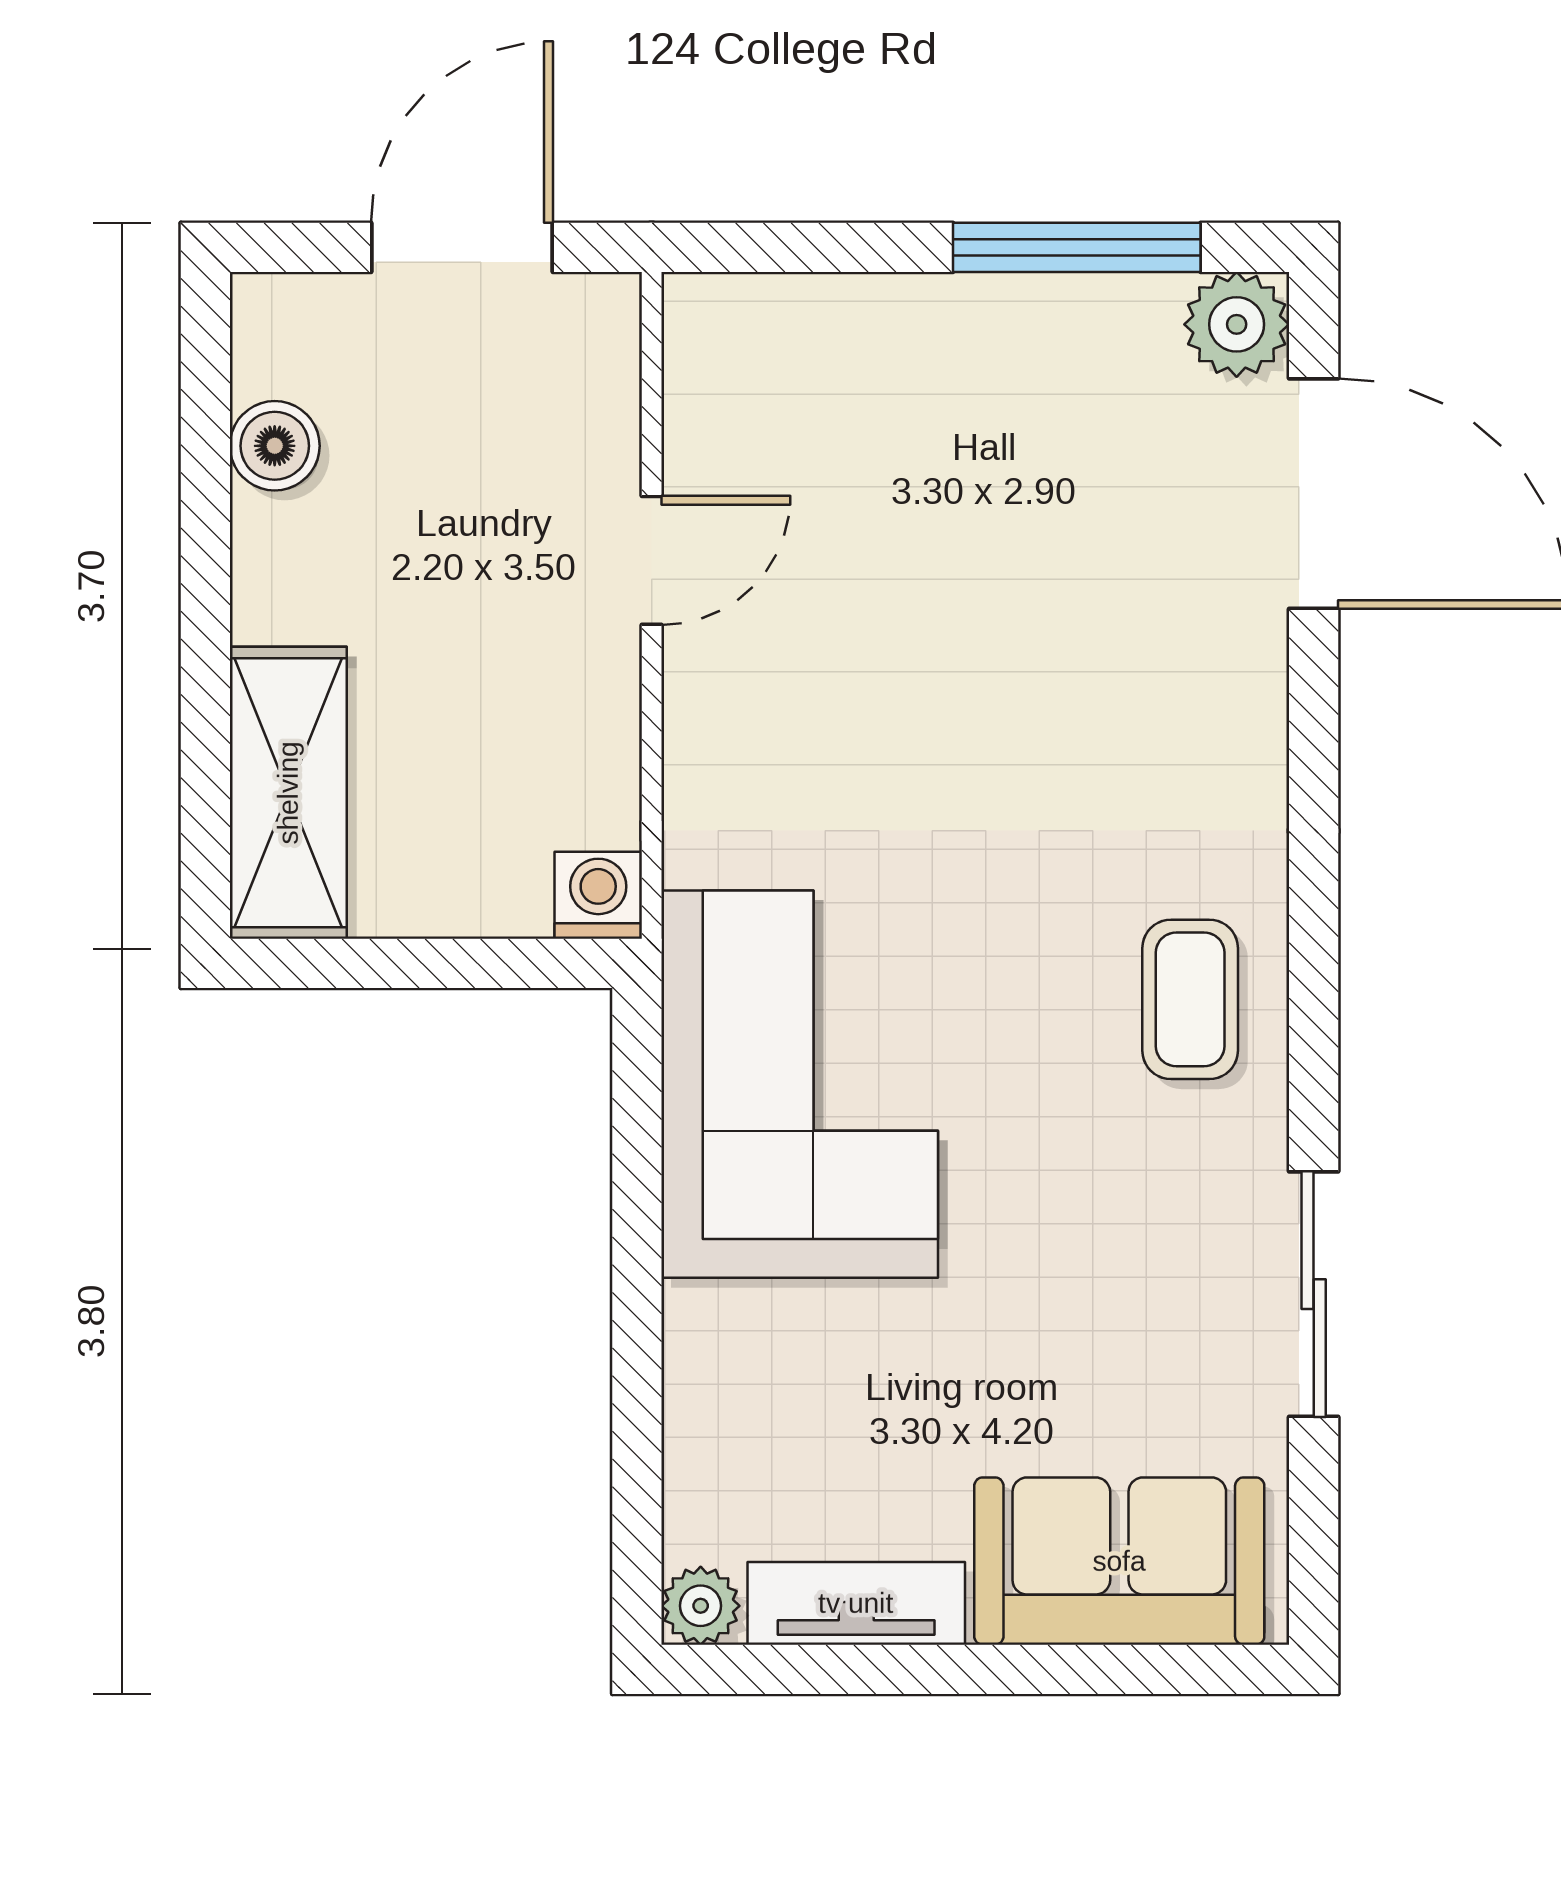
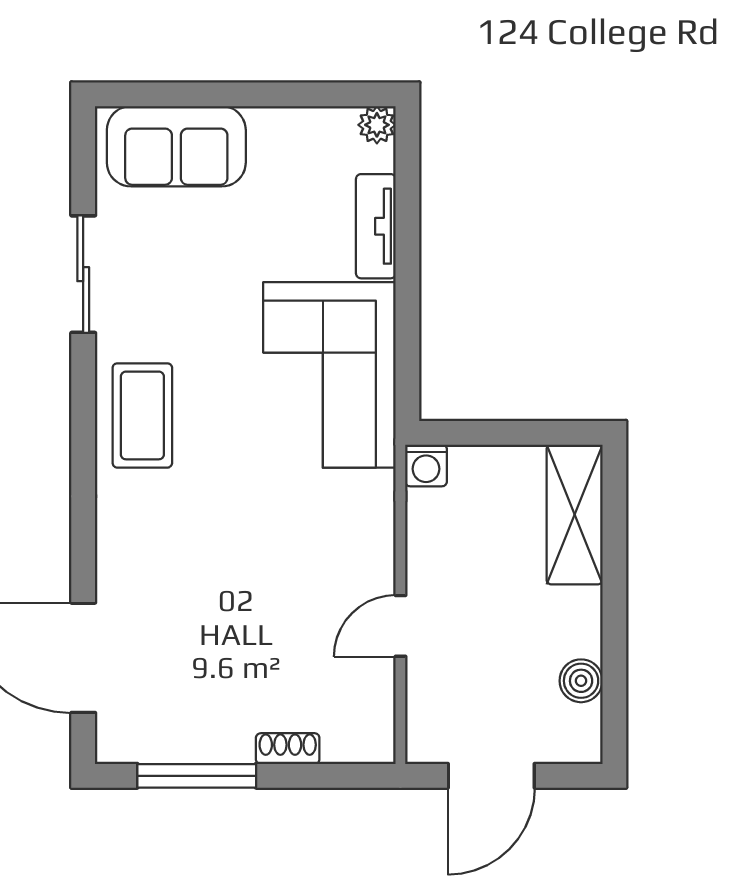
shoe rack: (887, 304) -> (288, 749), added
plant: (1237, 324) -> (120, 739), removed
coffee table: (1190, 999) -> (142, 415), width x1.36, depth x1.30
tv unit: (856, 1603) -> (376, 226), moved, turned 90

